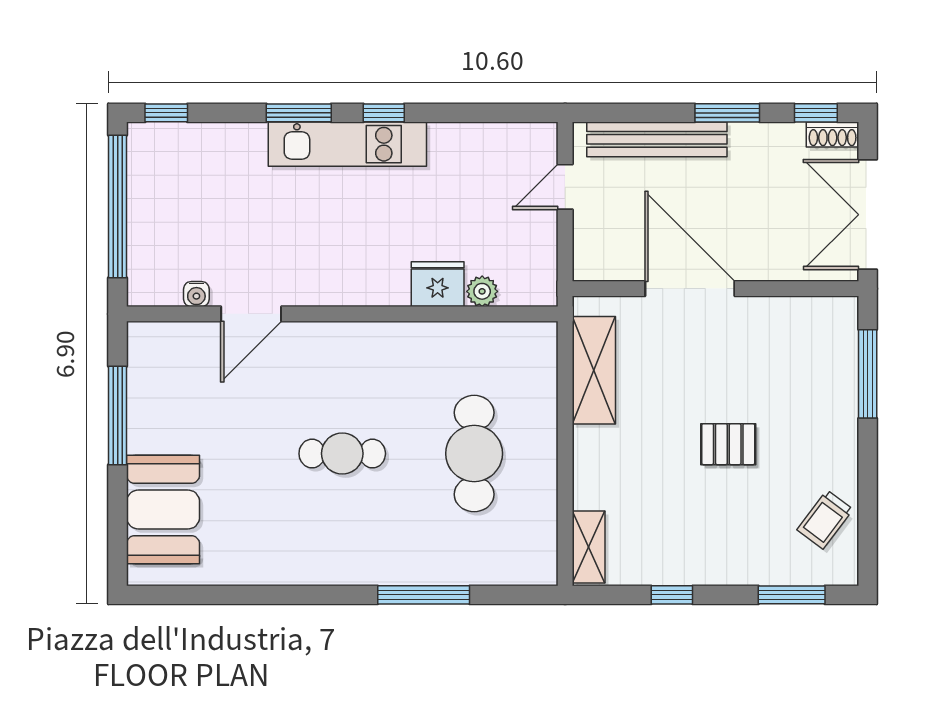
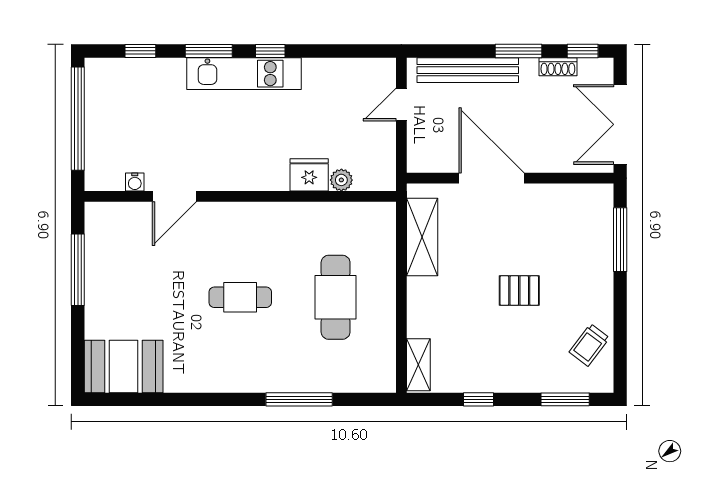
window: (166, 113) -> (140, 51), moved
shoe rack: (833, 135) -> (558, 67), moved
booth: (163, 510) -> (124, 367), moved, turned 90

